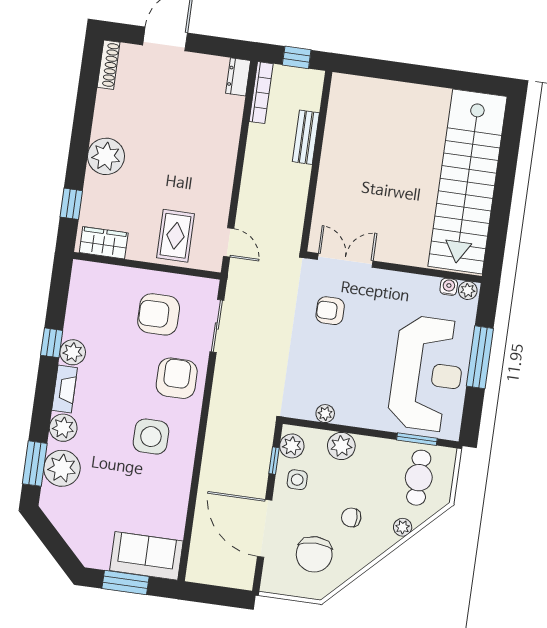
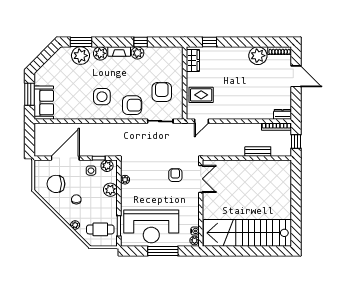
plant: (106, 156) -> (258, 56), moved

